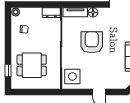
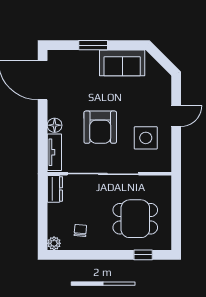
armchair: (92, 42) -> (100, 127), turned -90
dining table: (32, 65) -> (135, 219), turned 90
side table: (72, 76) -> (146, 138), moved

